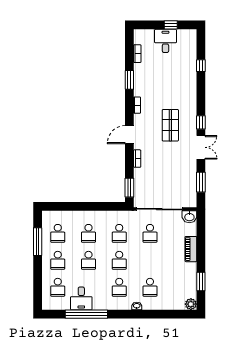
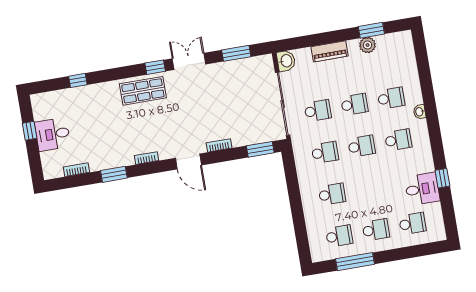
shop shelf: (170, 125) -> (143, 91), moved
school desk: (88, 260) -> (354, 104), moved
plant: (191, 304) -> (368, 45), moved
window: (86, 314) -> (442, 178), width x0.32

